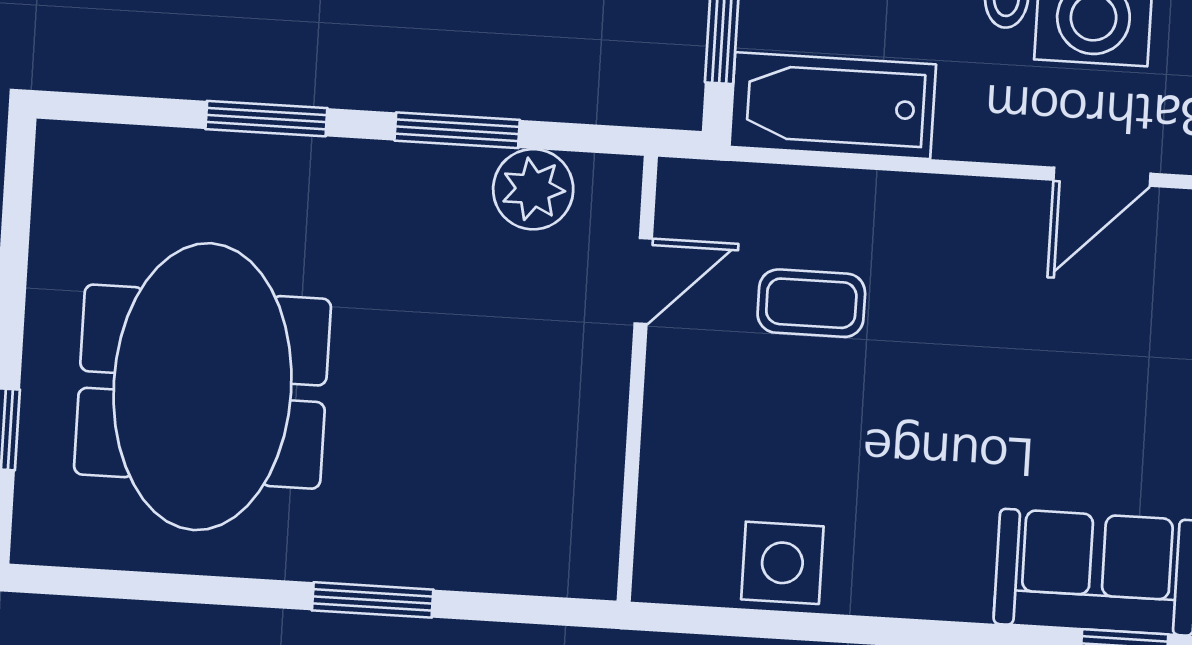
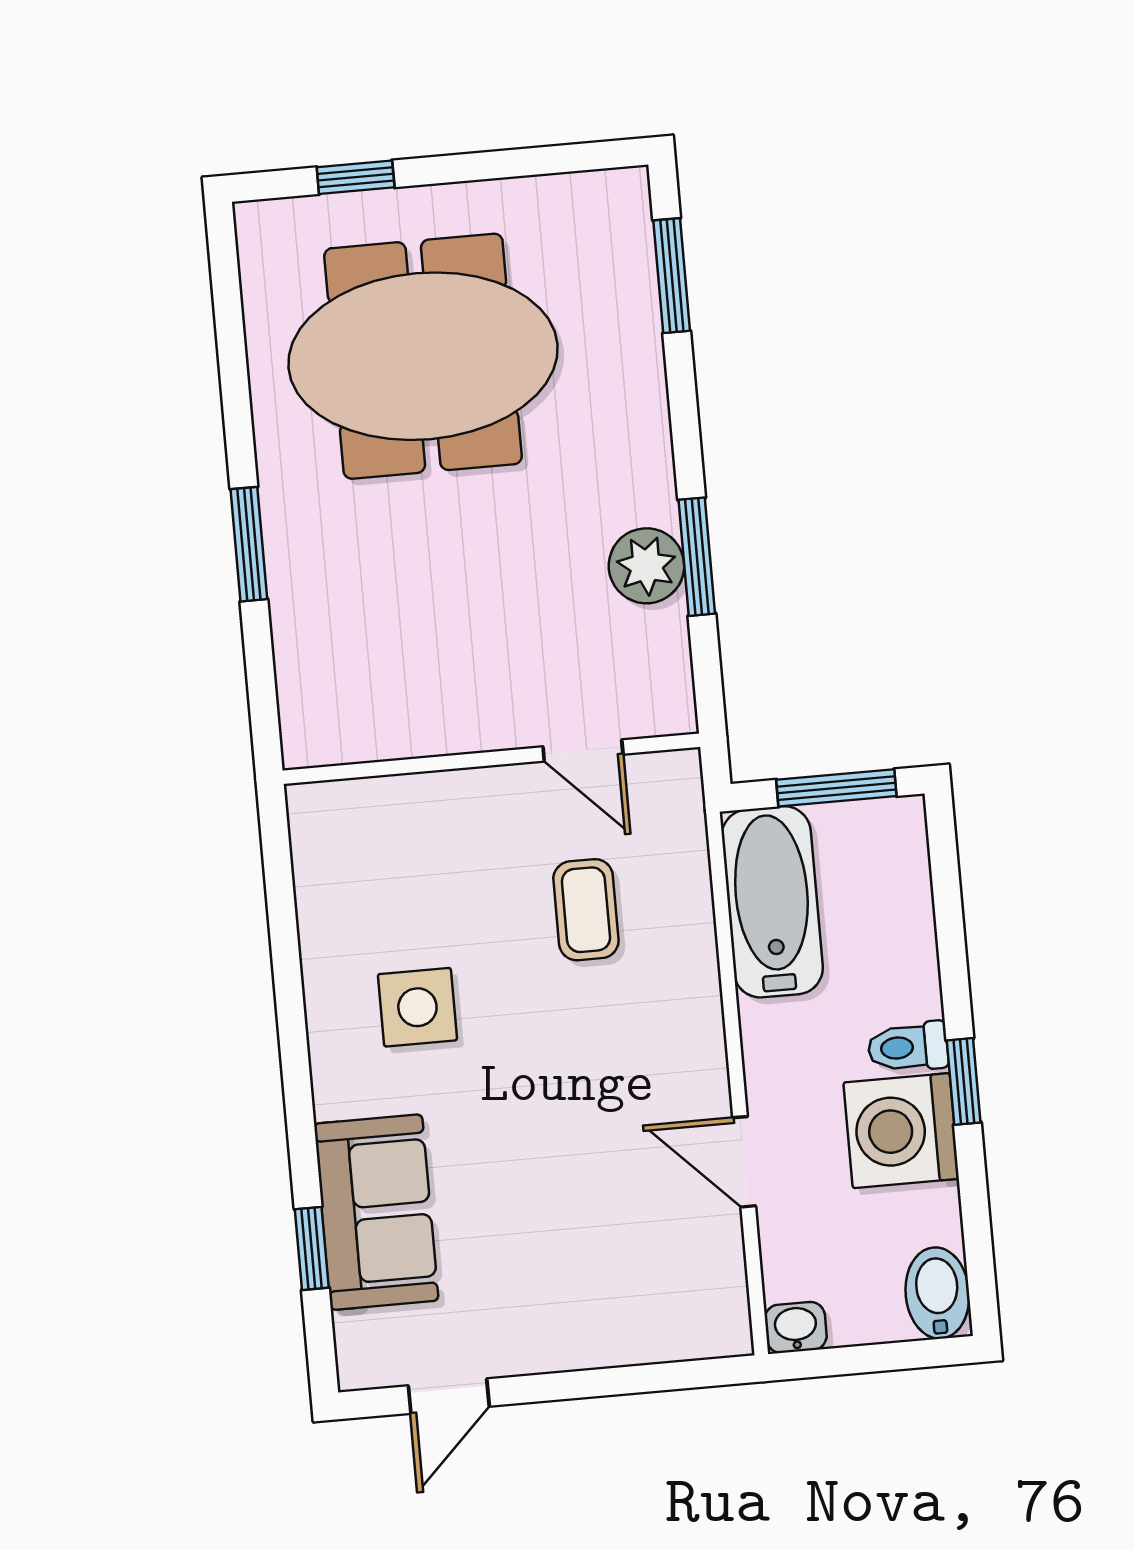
window: (266, 119) -> (672, 276), moved
plant: (533, 189) -> (646, 566), moved
side table: (782, 563) -> (417, 1007), moved

